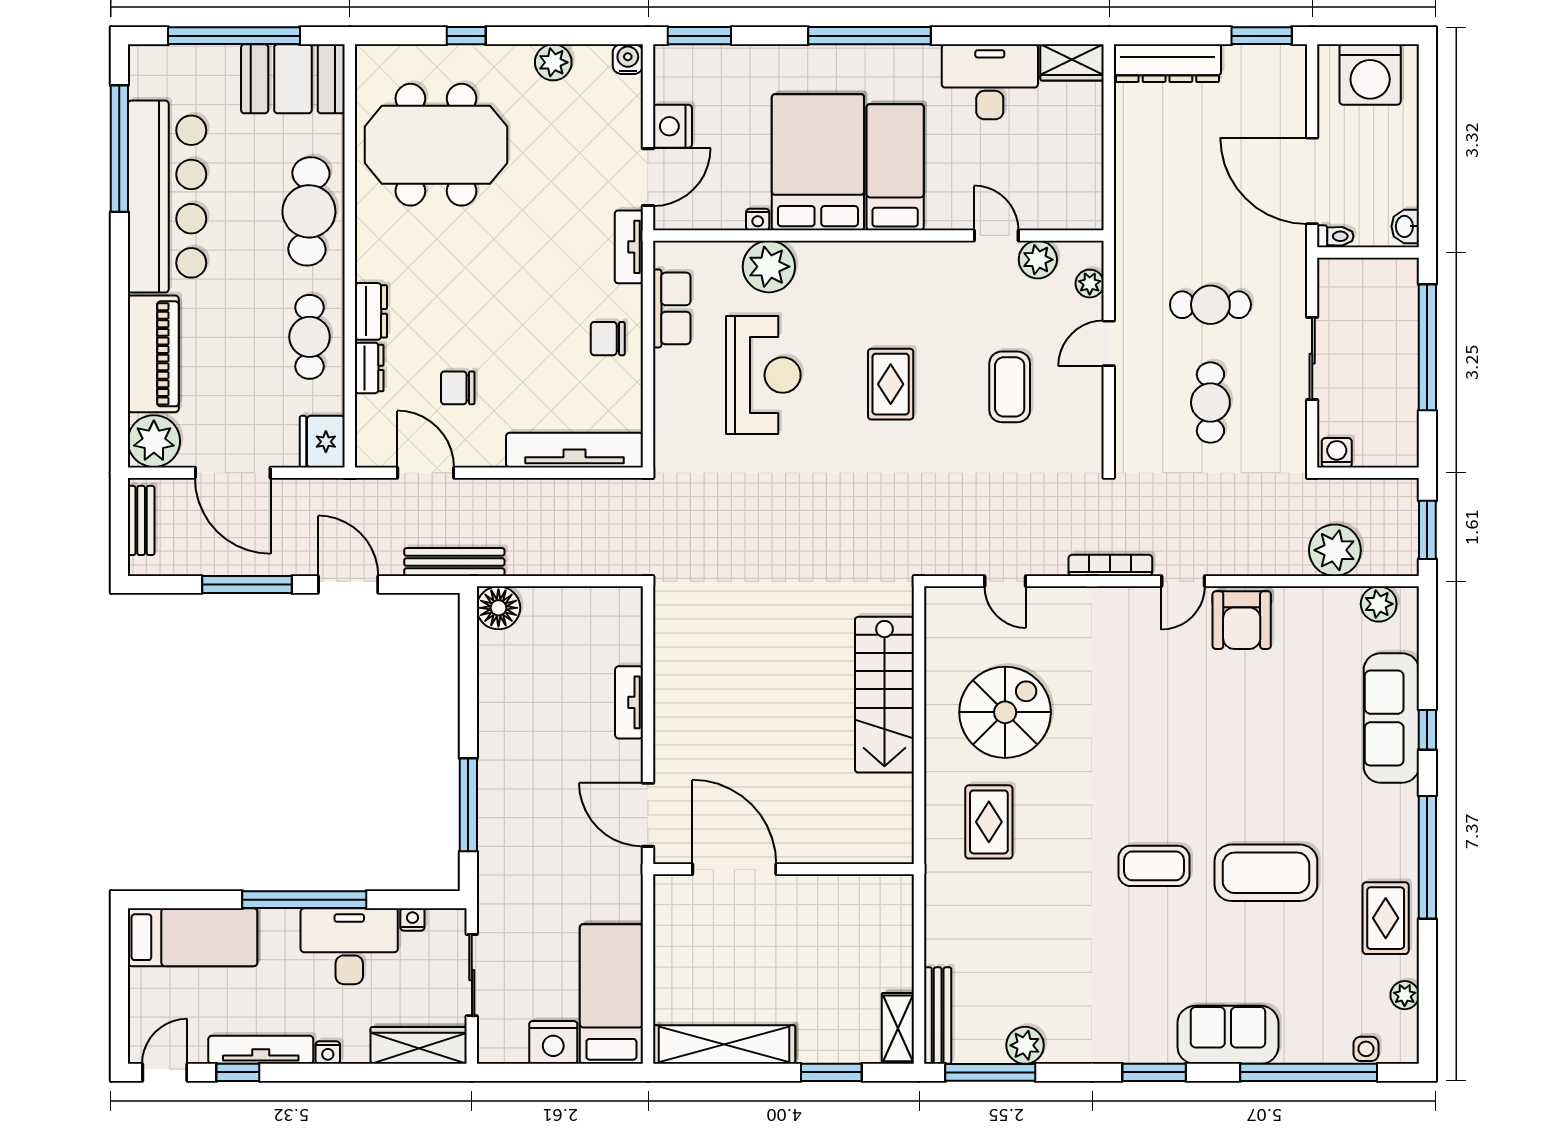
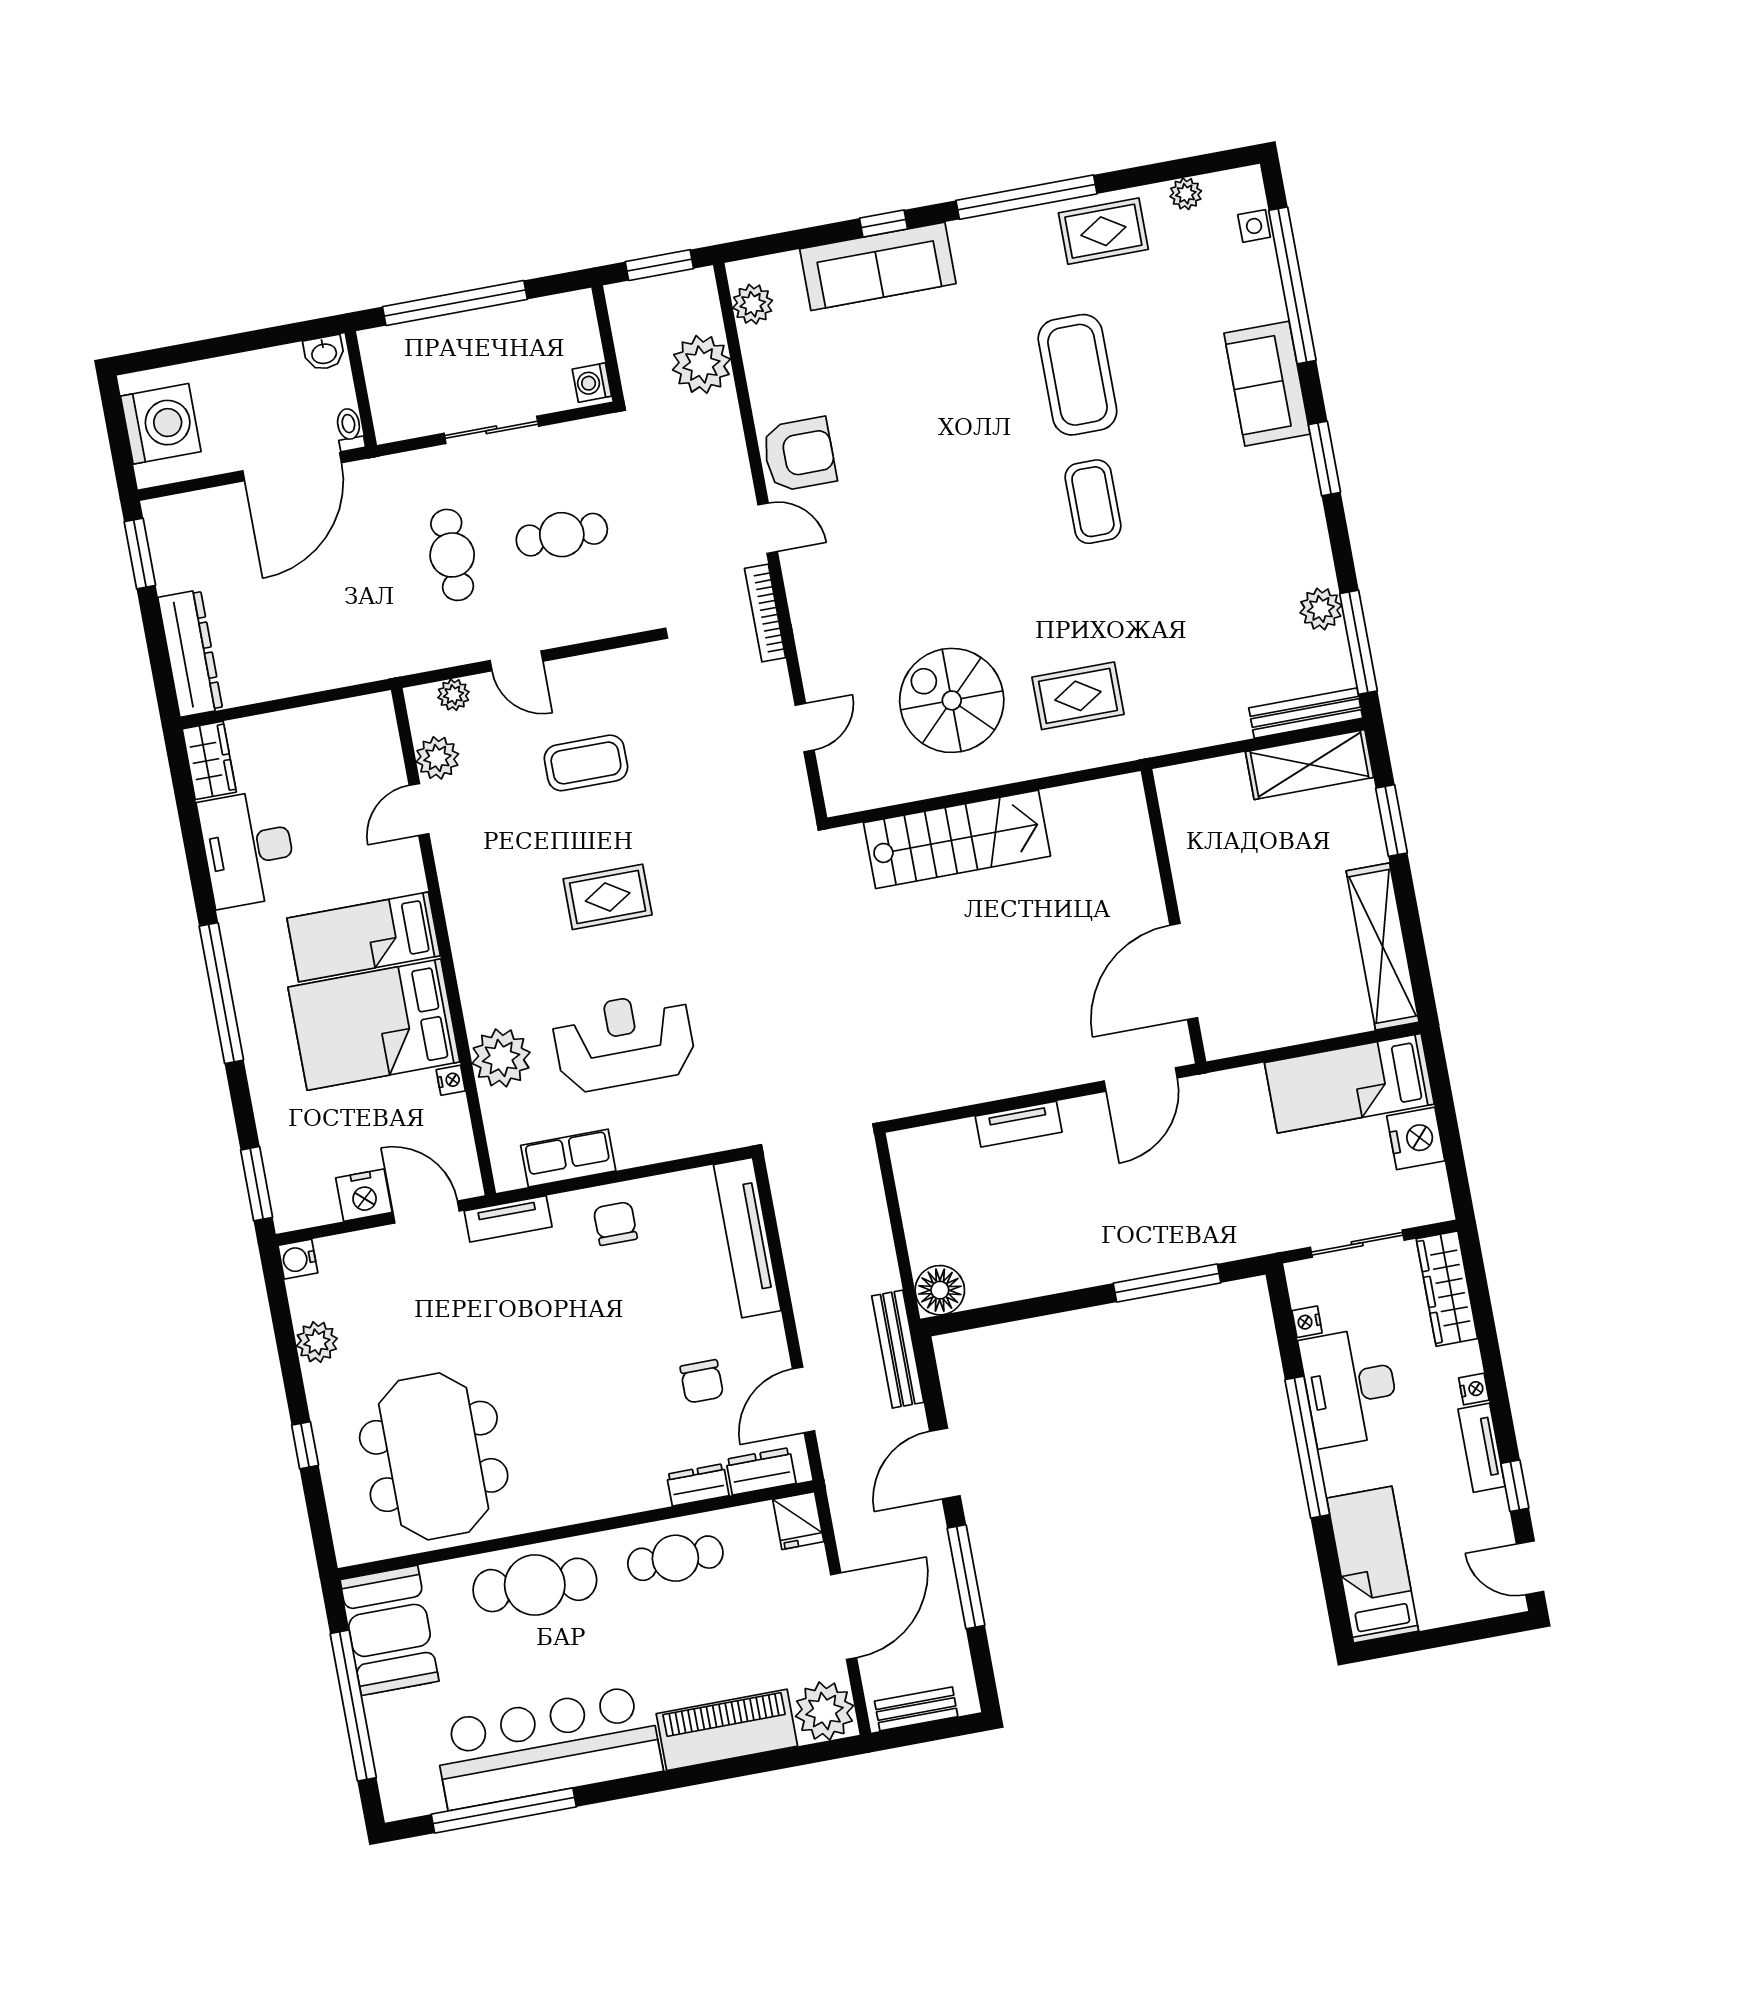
dresser: (371, 311) -> (761, 1471), moved
chair: (608, 339) -> (615, 1224), turned 180
fridge: (322, 442) -> (798, 1521), width x0.72
shelving: (898, 1028) -> (1310, 765), width x1.50, depth x1.33
tv unit: (261, 1050) -> (1482, 1448), width x0.71

